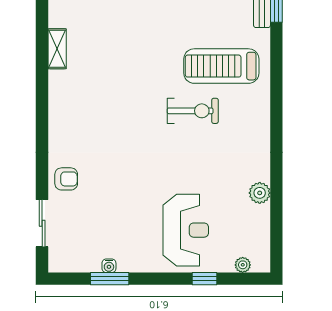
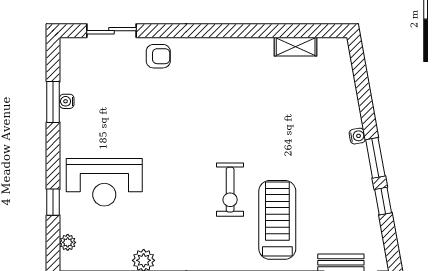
armchair: (66, 179) -> (158, 56), turned -90

